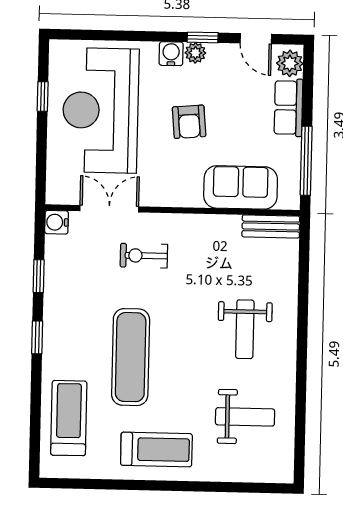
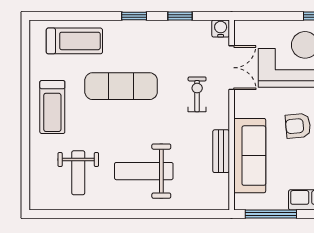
sofa: (241, 187) -> (250, 156), width x1.36
bench: (271, 226) -> (221, 151), moved
weight bench: (245, 329) -> (144, 171), width x1.36, depth x1.33

